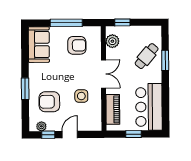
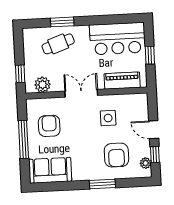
cafe table: (147, 56) -> (58, 44), turned -59

